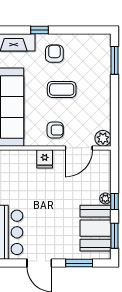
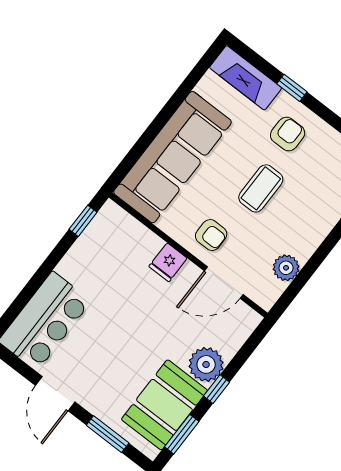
coffee table: (62, 89) -> (261, 188), turned 90
plant: (103, 138) -> (286, 268), moved
plant: (105, 198) -> (206, 364), width x1.88, depth x1.88

